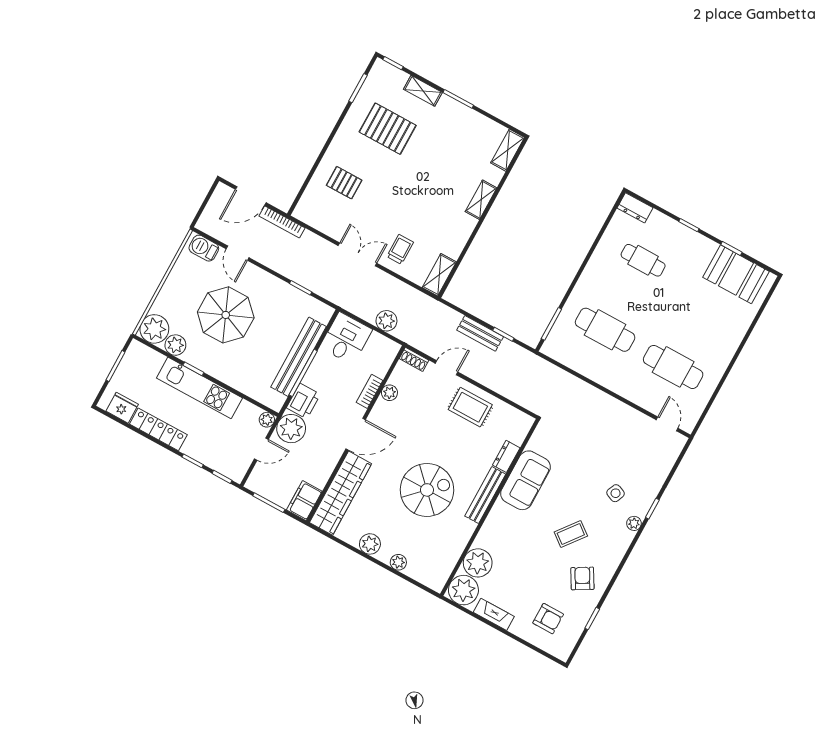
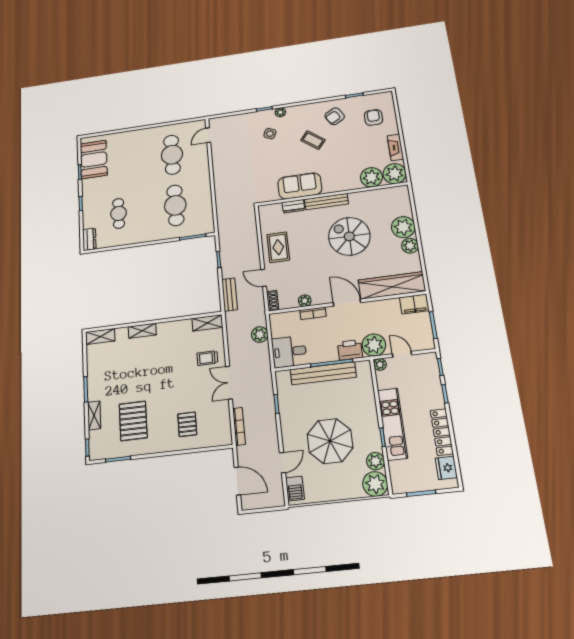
bookcase: (282, 222) -> (239, 426), moved
bench: (480, 333) -> (230, 295), moved
plant: (398, 562) -> (403, 227), width x1.87, depth x1.87

